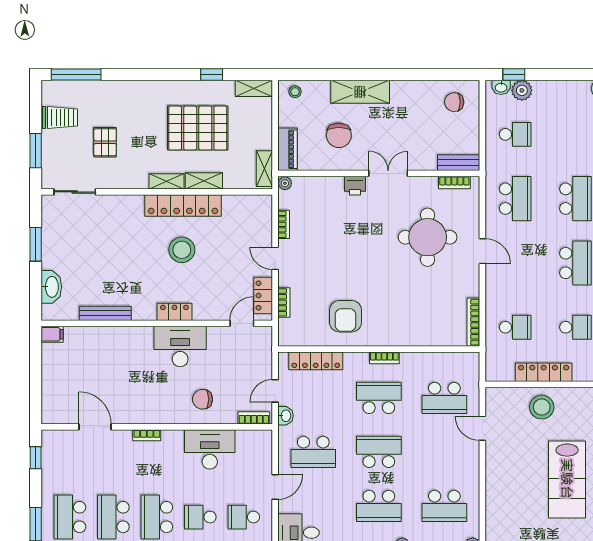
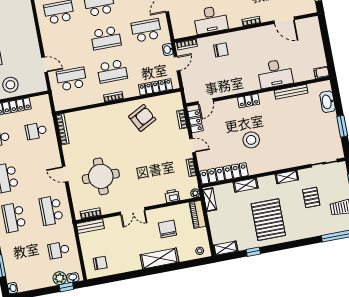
pallet: (198, 128) -> (268, 220), moved, turned 90
shelving: (167, 181) -> (287, 177), moved
printer: (355, 186) -> (172, 196), moved
locker: (183, 206) -> (224, 173), moved
armchair: (345, 316) -> (142, 118), turned 62
desk: (180, 346) -> (275, 74), moved

